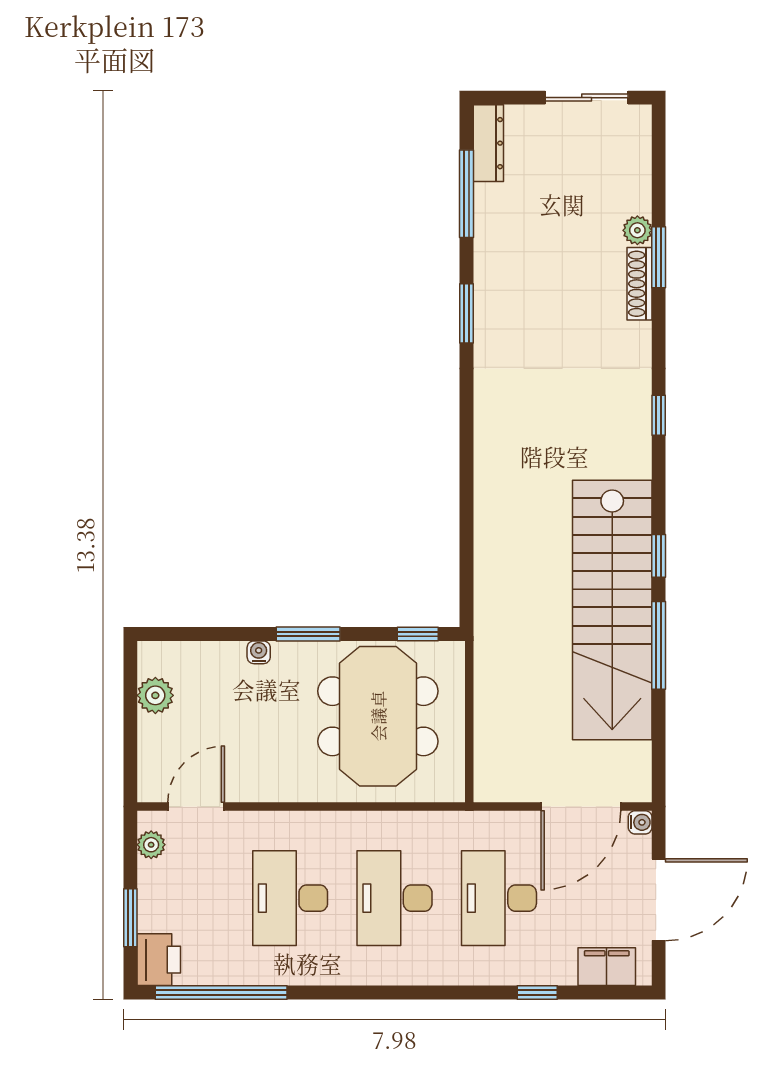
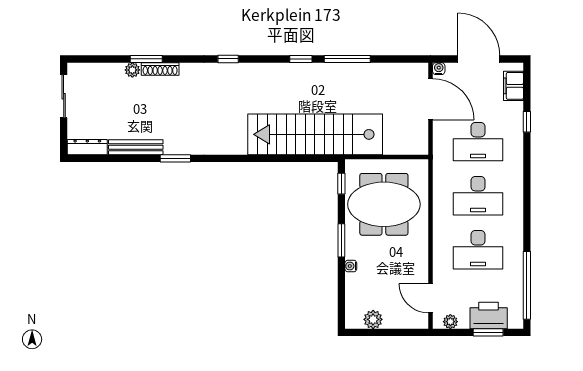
window: (467, 194) -> (114, 158), removed
bench: (488, 237) -> (136, 147), added
stairs: (612, 610) -> (315, 134), moved, turned 180
printer: (159, 960) -> (489, 316), moved, width x1.37, depth x1.19

